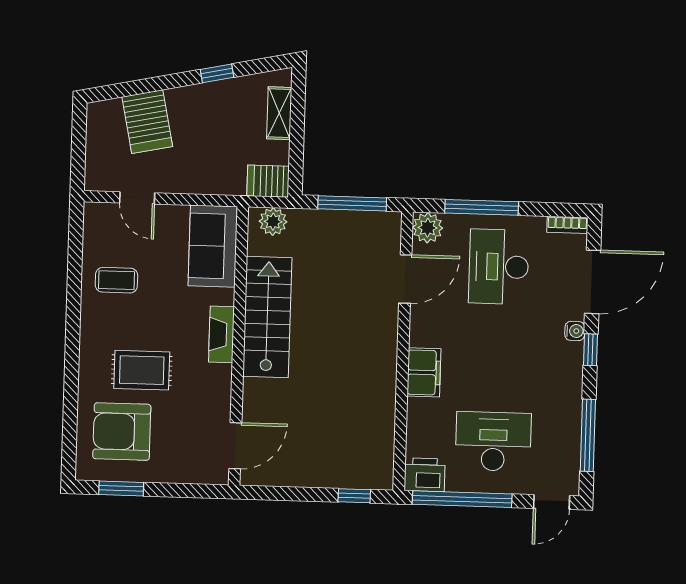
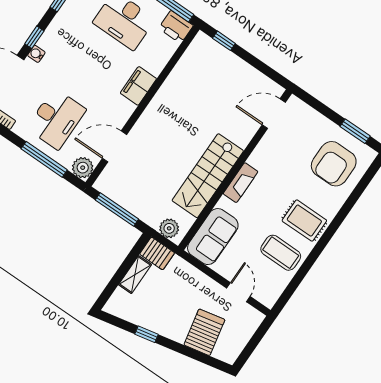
shelving: (279, 113) -> (135, 275), moved
coffee table: (116, 280) -> (281, 253), width x1.36, depth x1.30
rug: (142, 370) -> (304, 221), moved
armchair: (122, 432) -> (334, 164), turned 90

